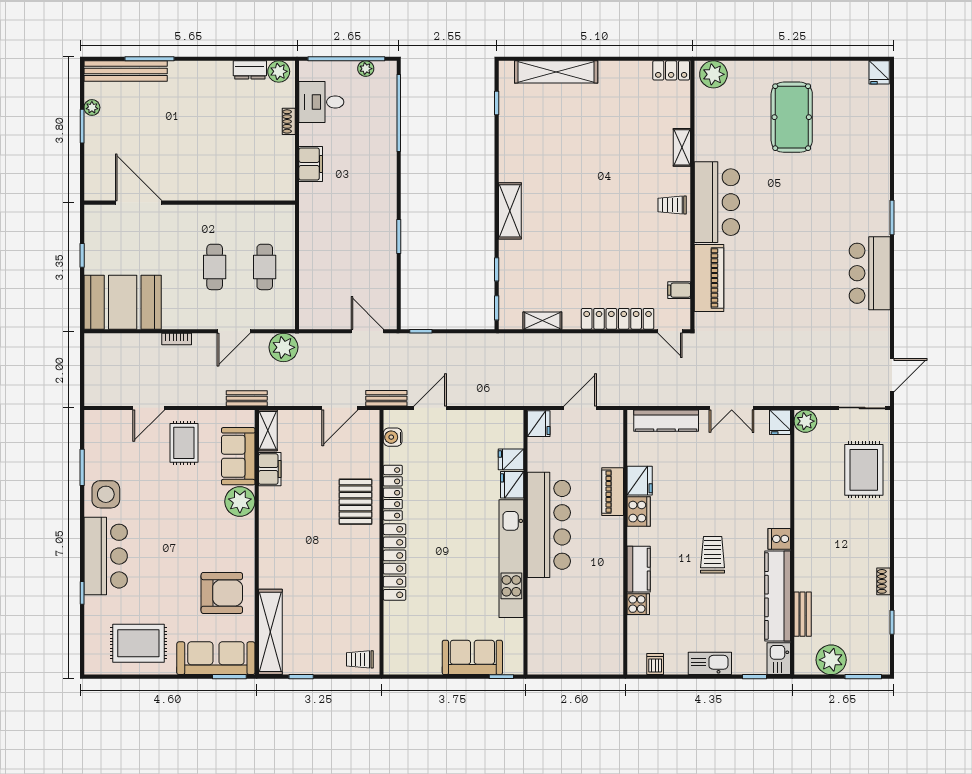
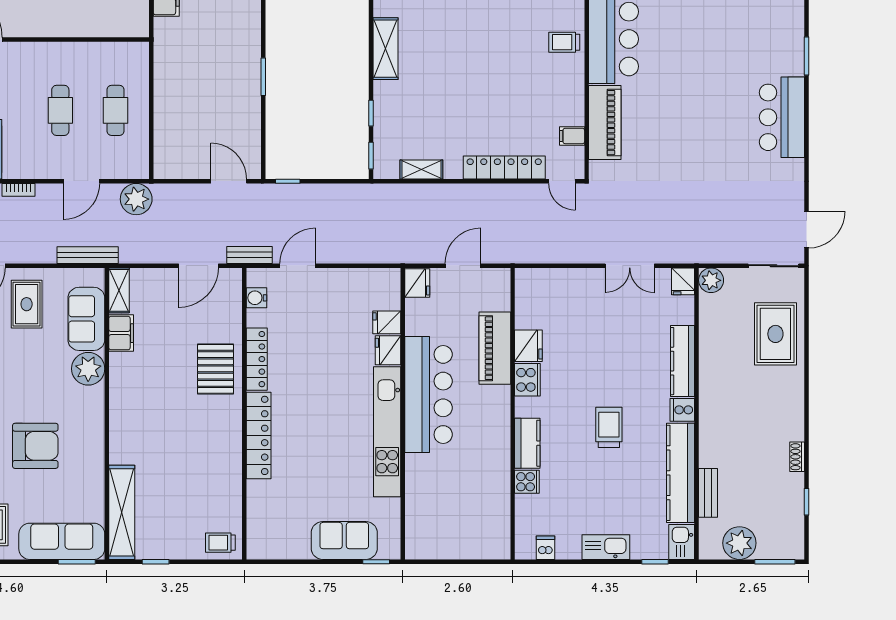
bench: (247, 398) -> (88, 255), width x1.36
kitchen counter: (666, 421) -> (683, 361), moved, turned 90
piano: (613, 492) -> (495, 348), width x1.37, depth x1.33
armchair: (222, 593) -> (35, 446), moved

